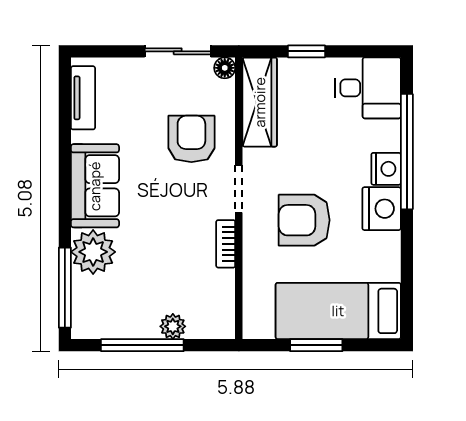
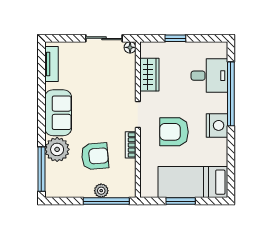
desk: (368, 88) -> (209, 76), moved
wardrobe: (260, 102) -> (149, 75), width x0.67
armchair: (191, 139) -> (95, 156), moved, turned 85
nightstand: (386, 169) -> (219, 103), removed
window: (142, 345) -> (106, 201), moved

